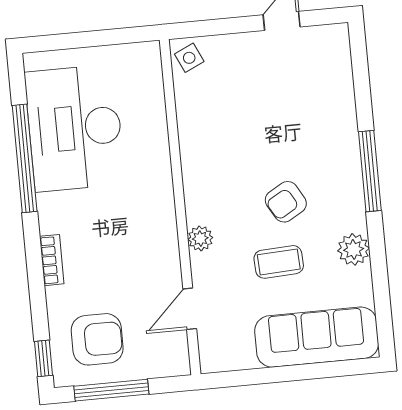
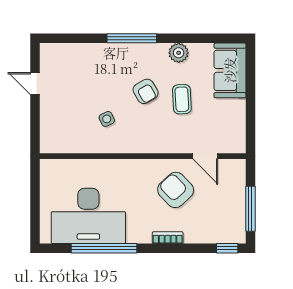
side table: (189, 58) -> (107, 119), moved
plant: (200, 238) -> (163, 146), removed
sofa: (317, 337) -> (230, 70), width x0.73
armchair: (97, 339) -> (176, 190), moved, turned -43

